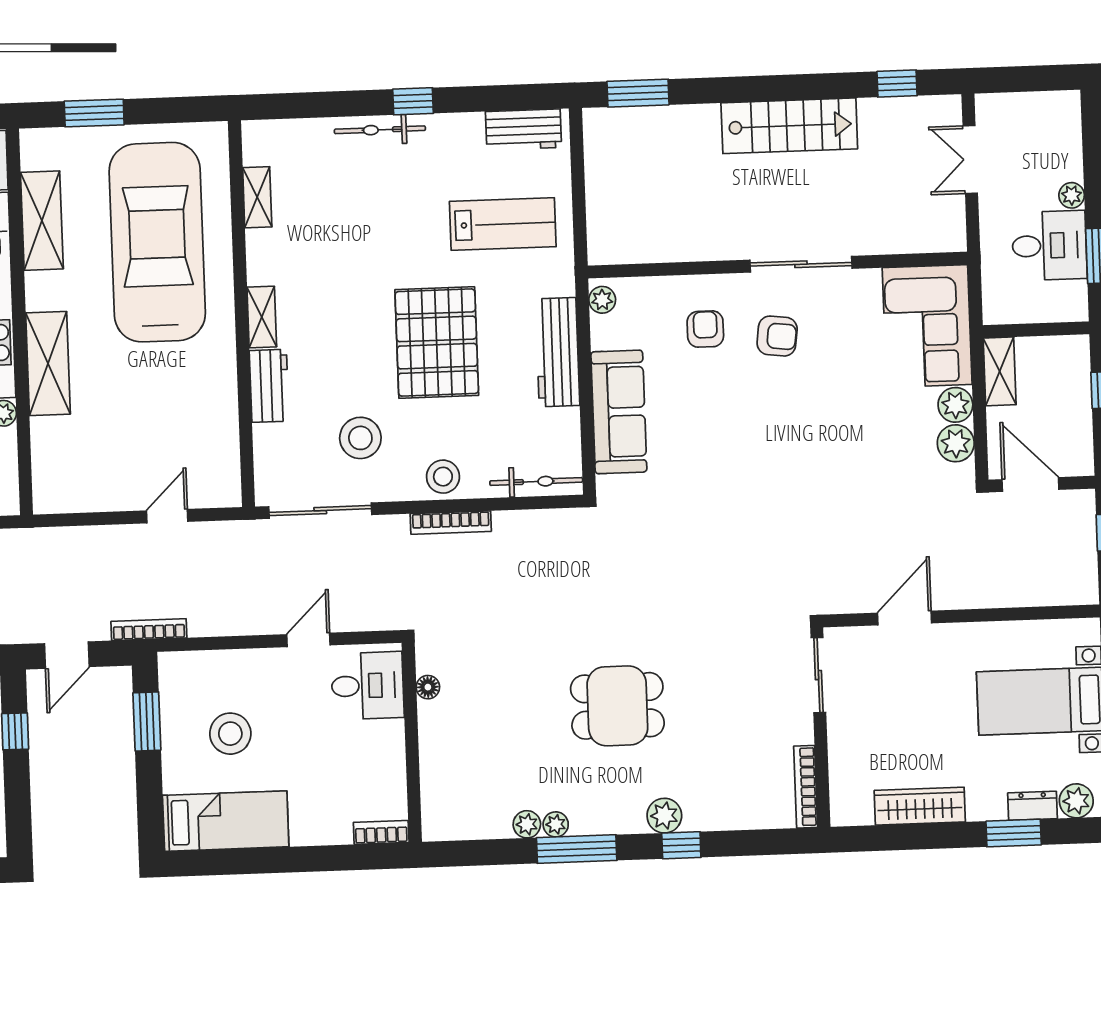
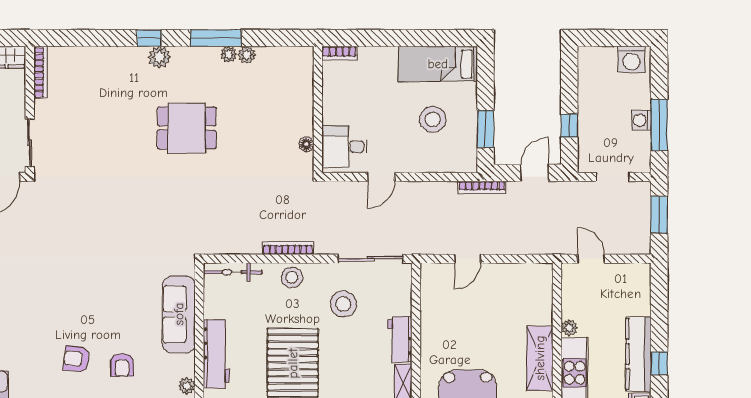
sliding door: (818, 675) -> (30, 143), moved
wall: (820, 727) -> (30, 110), moved
bookcase: (806, 787) -> (40, 72), moved

